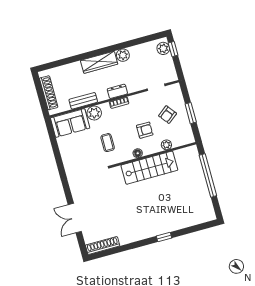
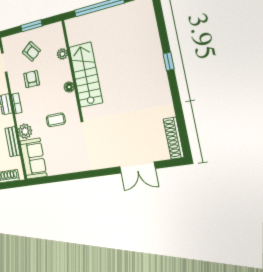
armchair: (145, 130) -> (32, 79), moved

